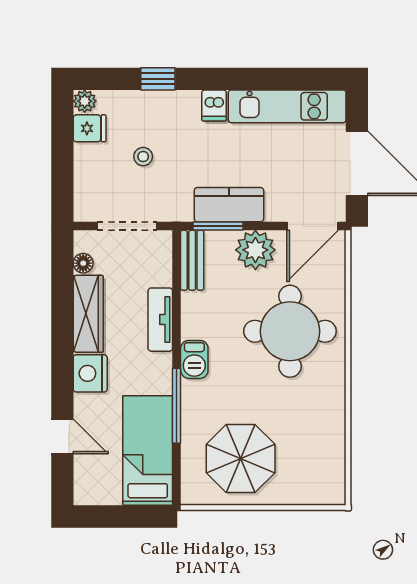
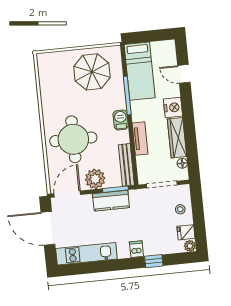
dishwasher: (214, 105) -> (136, 249), moved
stool: (143, 157) -> (180, 209), moved
bench: (192, 260) -> (126, 165), width x1.36

